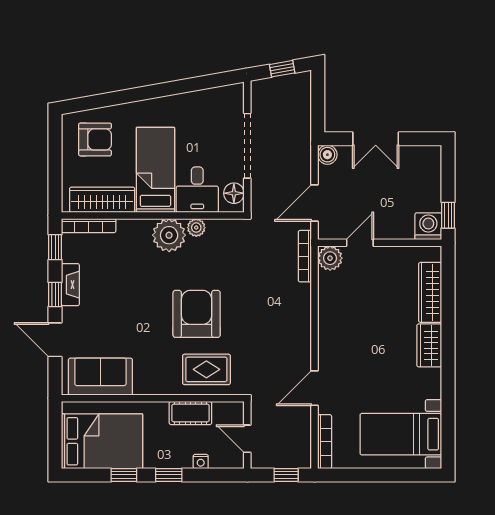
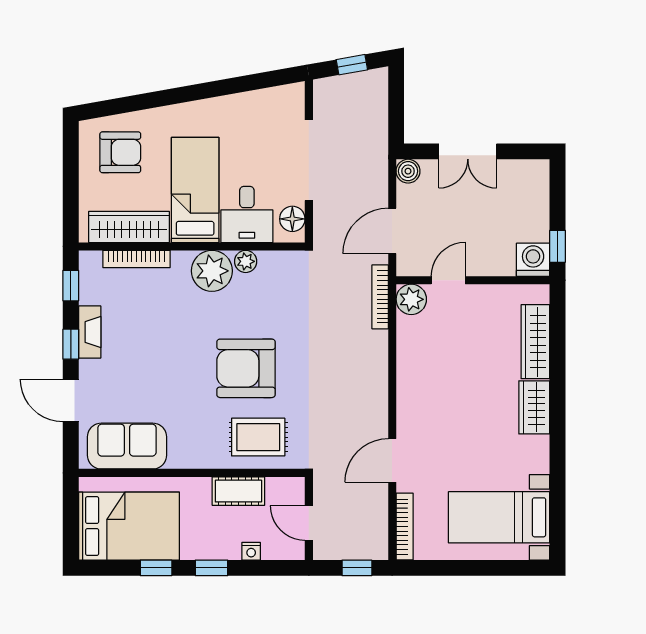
bookcase: (89, 226) -> (136, 259), moved
armchair: (197, 314) -> (246, 368), turned -90

